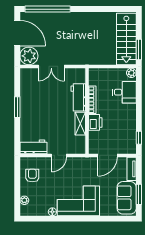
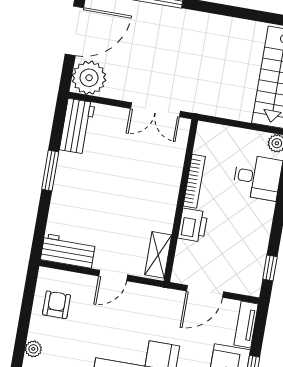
door: (17, 33) -> (74, 31), hinge flipped
double door: (51, 66) -> (155, 110), moved
workbench: (78, 97) -> (77, 126), moved, turned 180
shelving: (80, 124) -> (158, 255), moved

